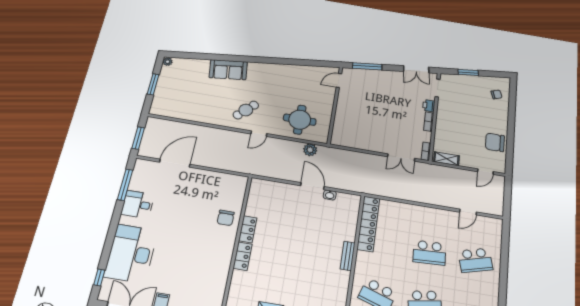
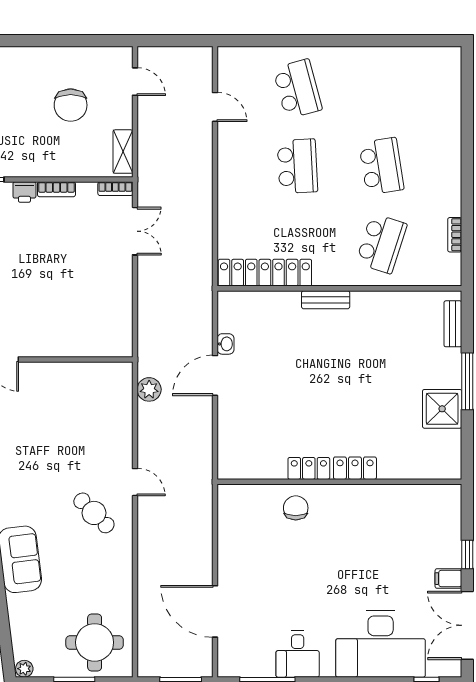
round table: (300, 120) -> (95, 642), moved
chair: (495, 142) -> (71, 105), moved
chair: (226, 218) -> (296, 508), turned -90

